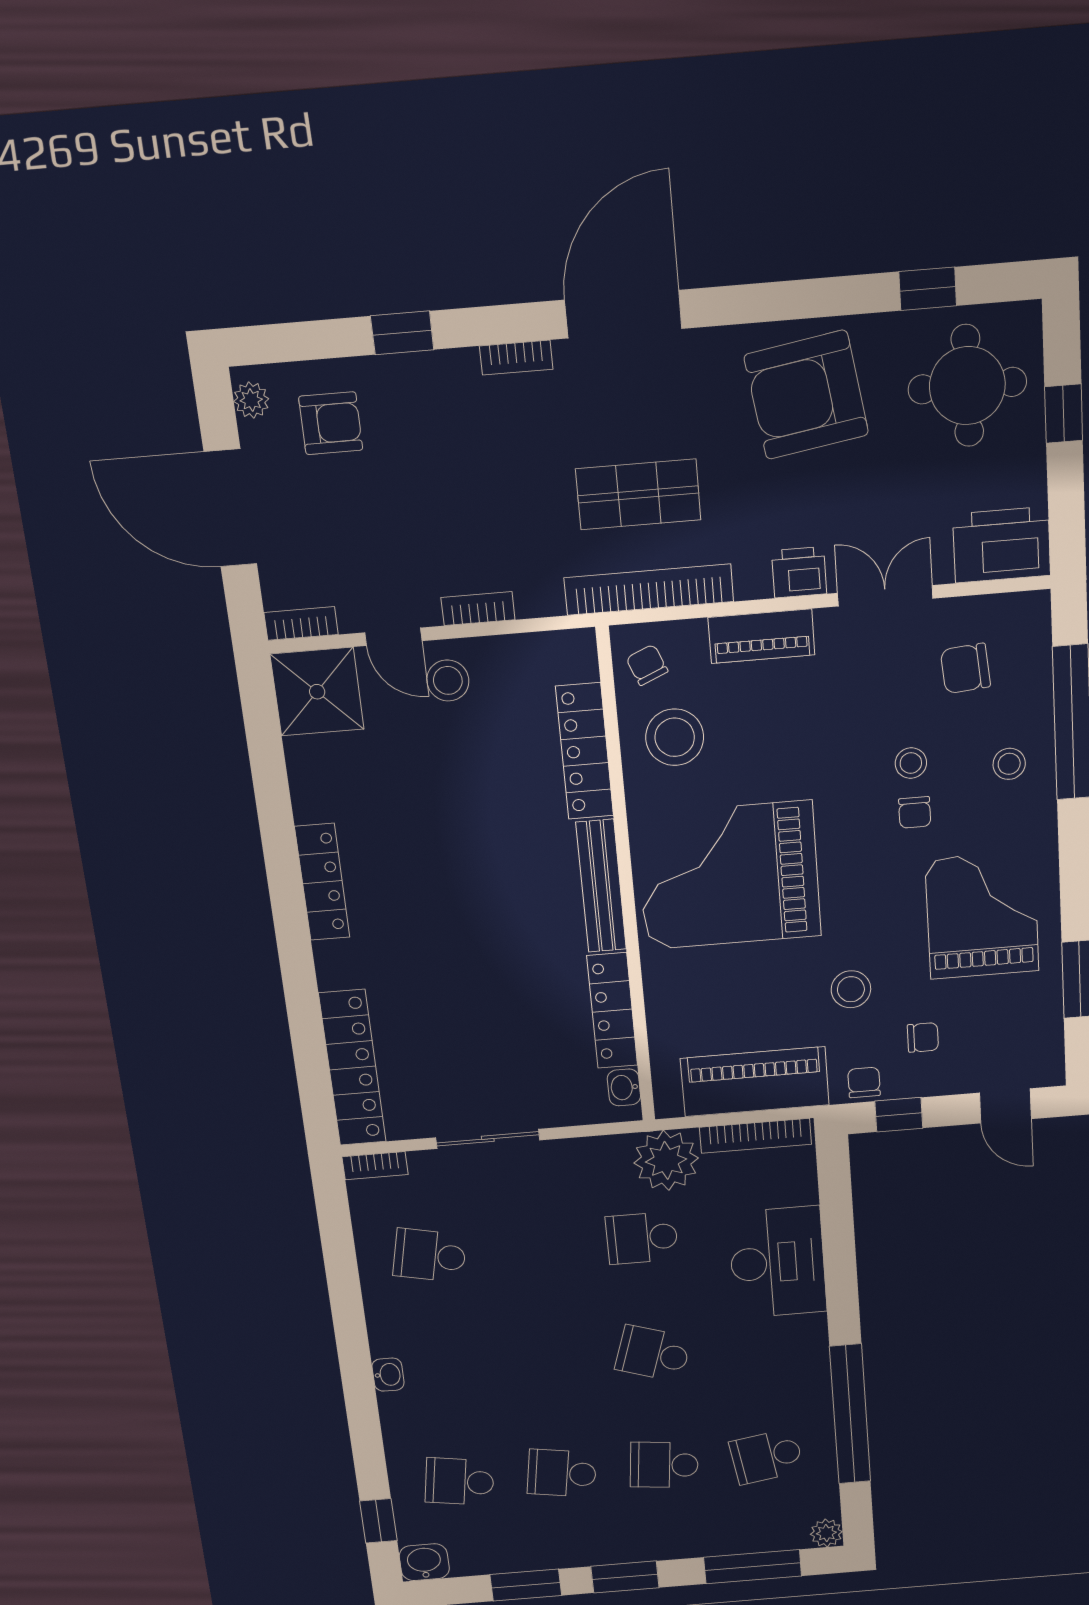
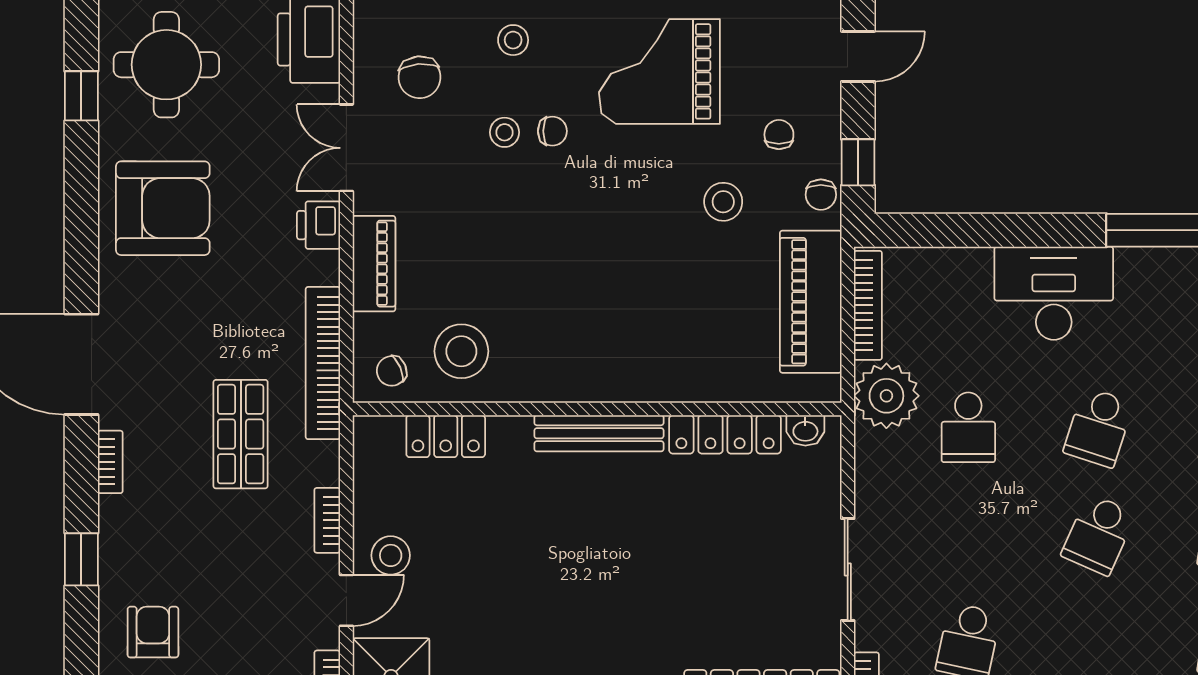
armchair: (806, 395) -> (163, 208), turned -81
shop shelf: (638, 494) -> (241, 434), moved
locker: (585, 751) -> (446, 436), width x0.66
grand piano: (729, 875) -> (599, 311), removed
chair: (864, 1082) -> (821, 195), turned -90
desk: (777, 1262) -> (1054, 293), moved
school desk: (549, 1362) -> (1098, 534), added

